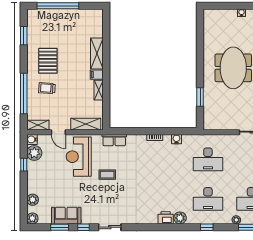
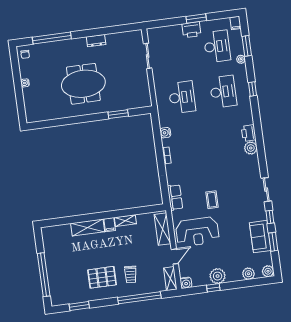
plant: (34, 153) -> (218, 276), moved
plant: (180, 218) -> (251, 148), moved

